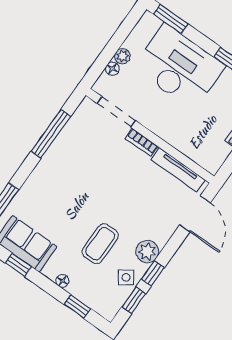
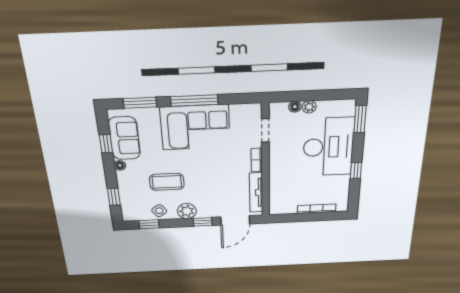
doorway: (116, 112) -> (265, 130), width x0.73
window: (51, 134) -> (194, 101), moved
corner sofa: (64, 172) -> (195, 127), added
window: (153, 273) -> (203, 222), moved
floor lamp: (62, 281) -> (120, 165), moved

